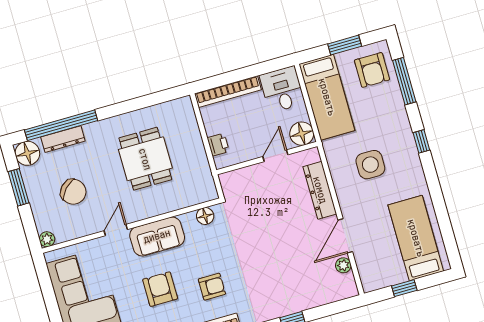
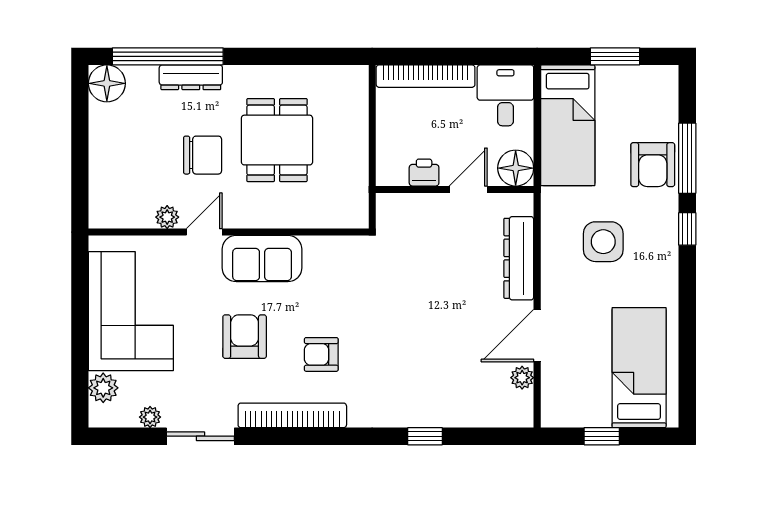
armchair: (372, 70) -> (653, 165), moved
window: (404, 81) -> (687, 158), moved
dresser: (63, 139) -> (191, 77), moved
printer: (218, 145) -> (424, 173), moved, turned -90
window: (18, 187) -> (80, 129), removed
chair: (73, 192) -> (203, 155), moved, turned -43
floor lamp: (205, 216) -> (341, 248), removed
plant: (47, 239) -> (167, 217), moved
armchair: (212, 287) -> (321, 354), turned 180

